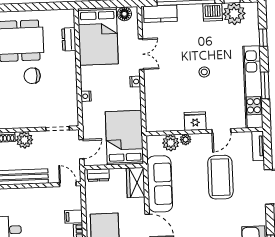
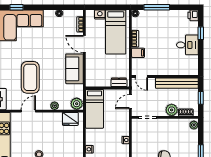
fridge: (195, 121) -> (70, 119), moved
bed: (124, 138) -> (95, 109), width x0.67
plant: (171, 143) -> (77, 104), moved
wardrobe: (136, 183) -> (92, 76), removed
sofa: (160, 184) -> (75, 69), width x0.73

